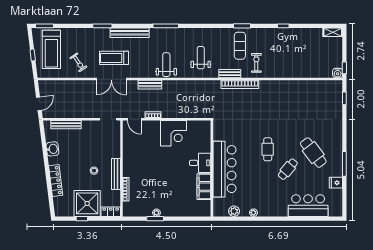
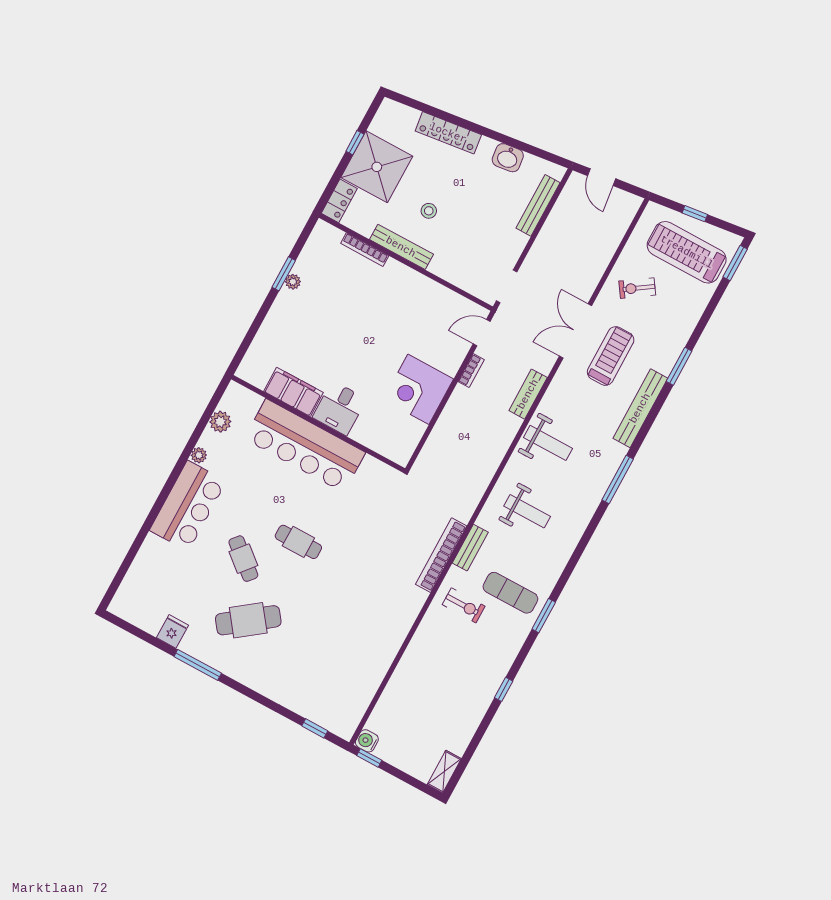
bar counter: (308, 206) -> (188, 506), moved

